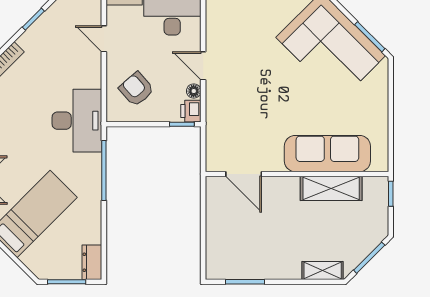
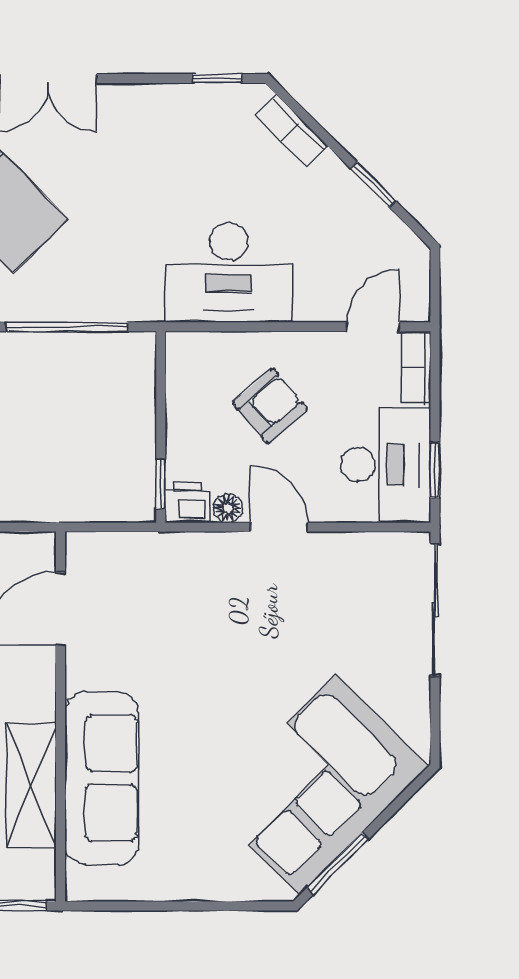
door: (104, 39) -> (373, 327), moved
door: (203, 66) -> (279, 527), hinge flipped
armchair: (136, 89) -> (270, 406), moved
desk: (77, 121) -> (229, 272), moved

